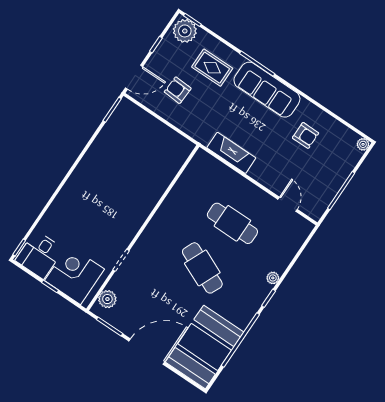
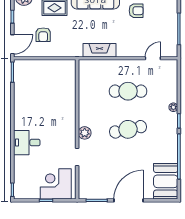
armchair: (178, 90) -> (43, 35), turned -93
door: (288, 204) -> (153, 58), hinge flipped
desk: (40, 255) -> (27, 143), moved, turned 90
cafe table: (202, 268) -> (128, 129), turned -36
plant: (107, 299) -> (85, 133), moved
booth: (205, 347) -> (166, 181), width x0.73, depth x0.70

